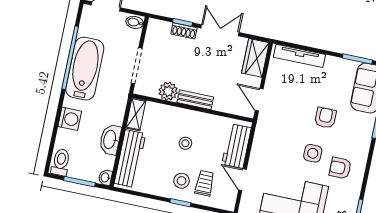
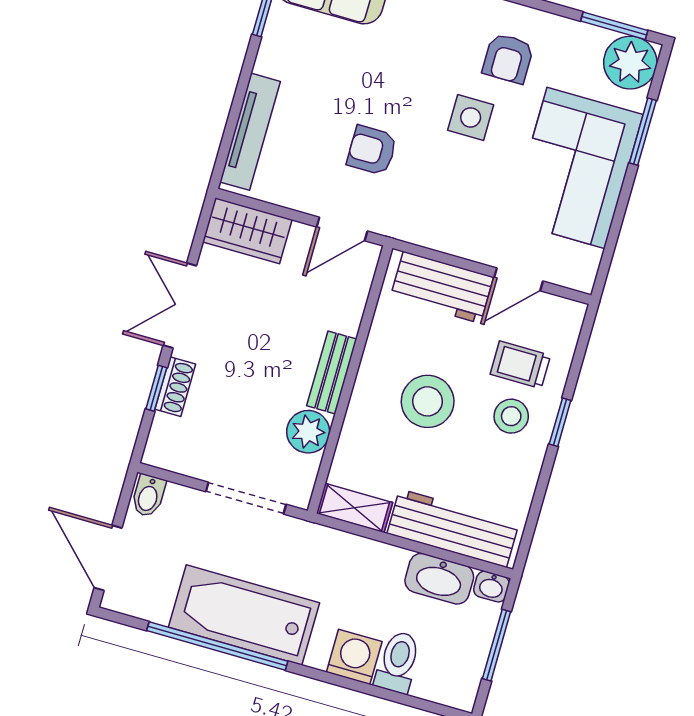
armchair: (325, 118) -> (372, 150), moved
washbasin: (110, 140) -> (439, 579), moved
stool: (185, 143) -> (428, 401), width x1.89, depth x1.89
toilet: (61, 162) -> (398, 662), moved, turned 90

